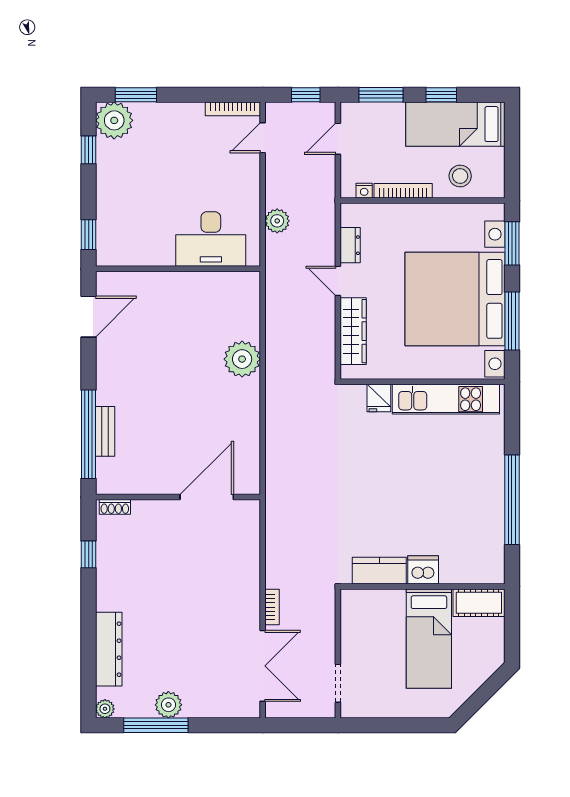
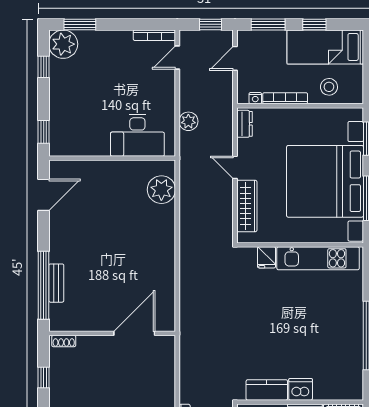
dresser: (350, 245) -> (244, 124), moved
plant: (242, 359) -> (161, 190), moved

